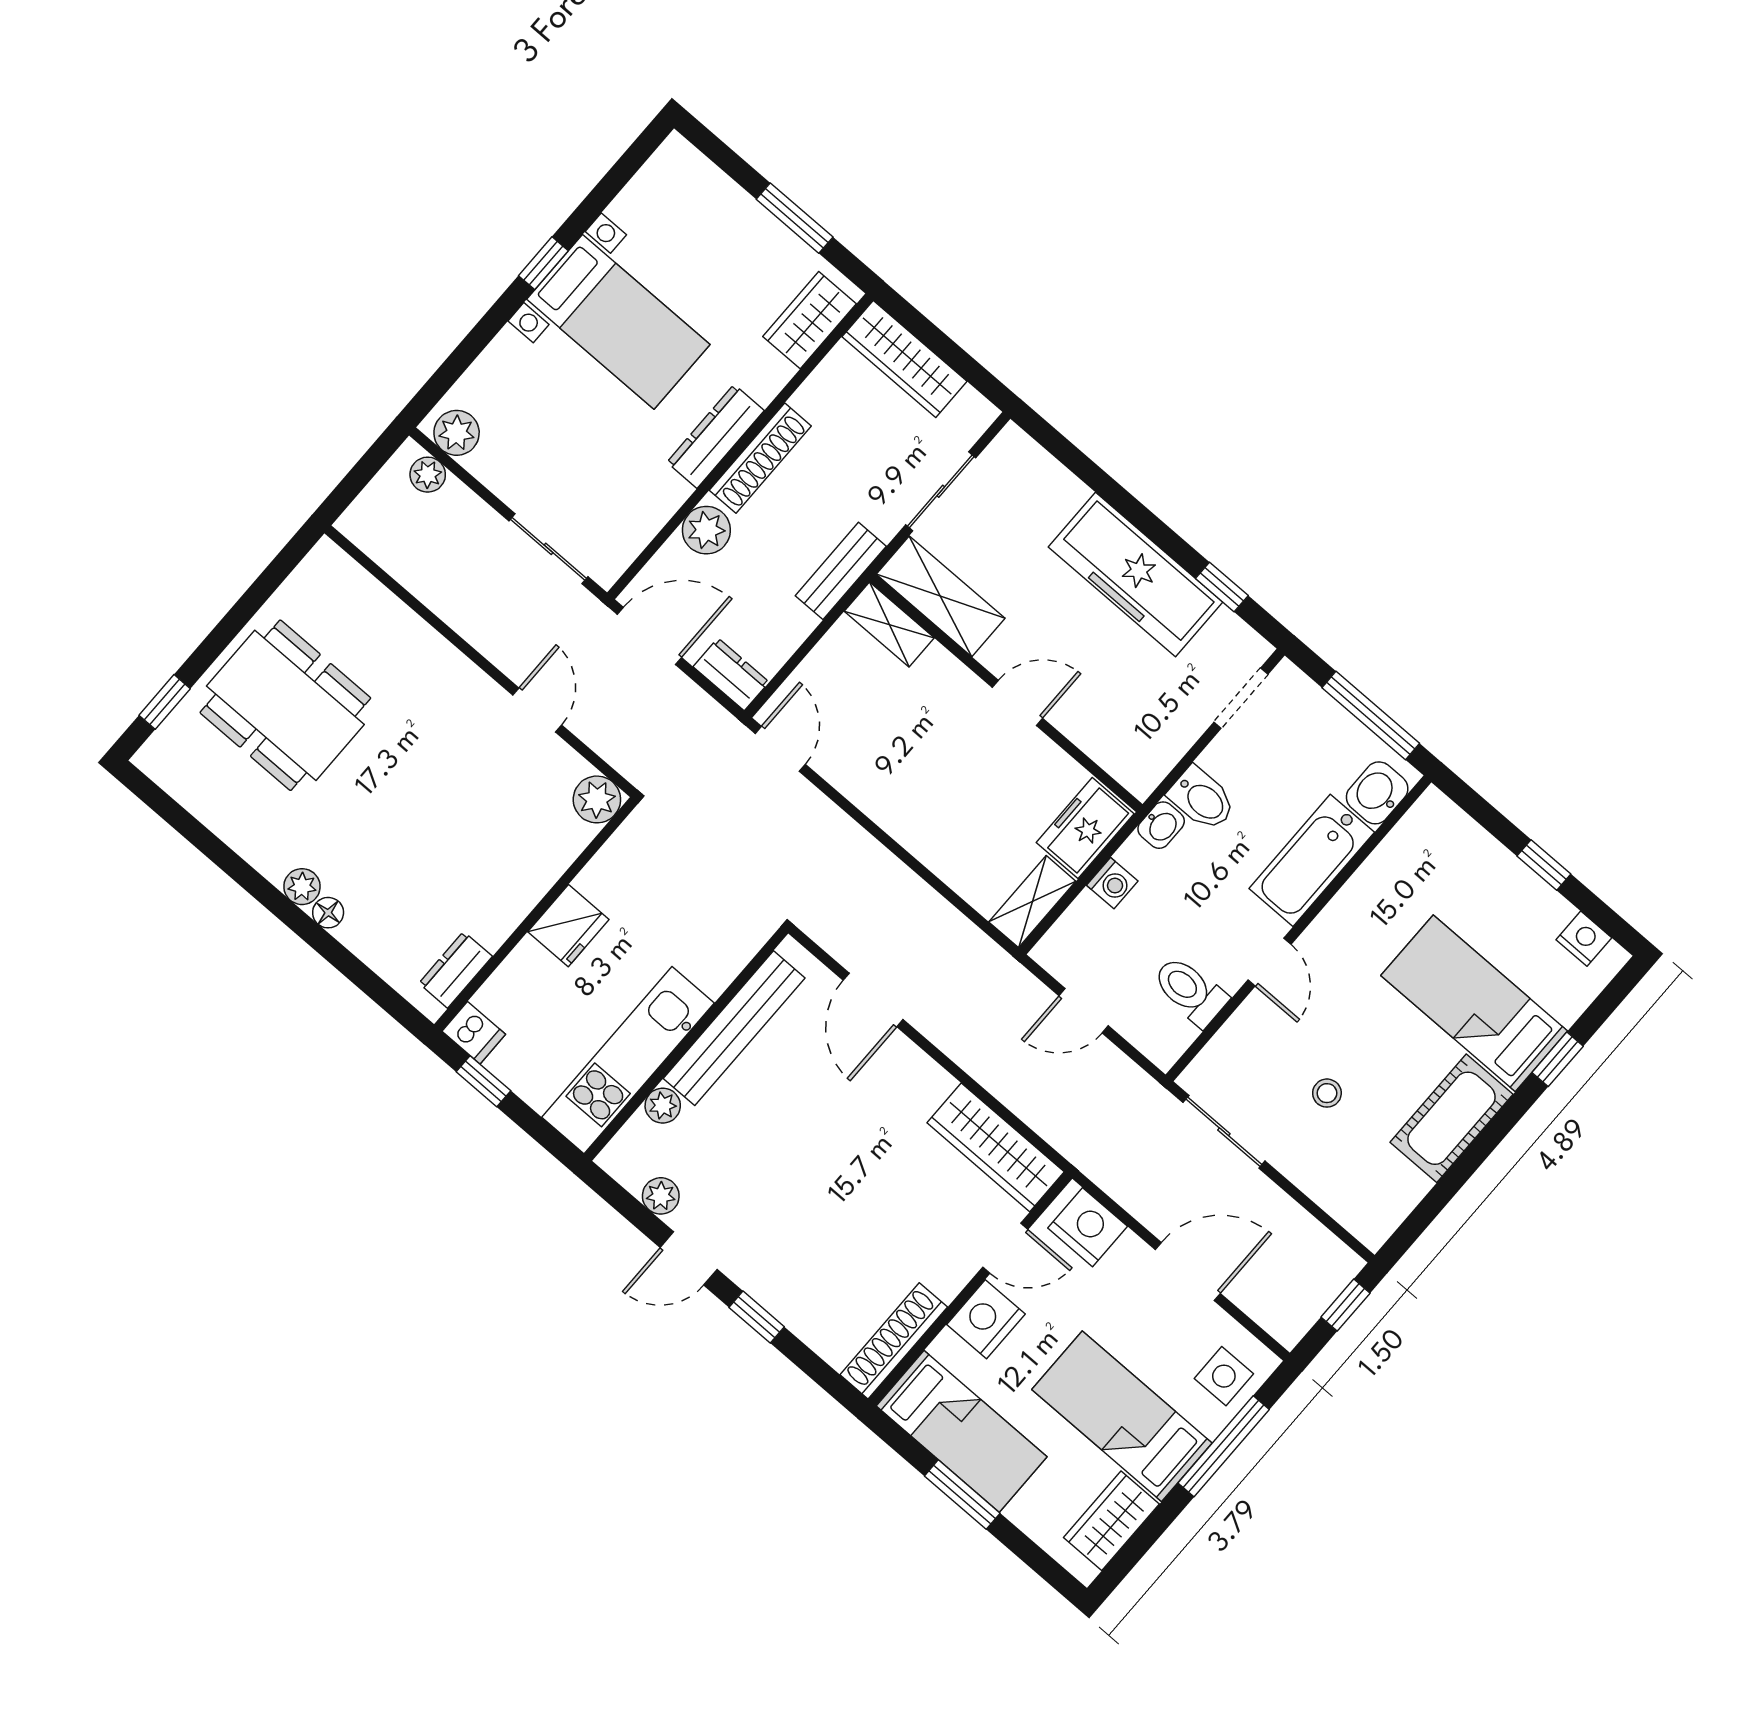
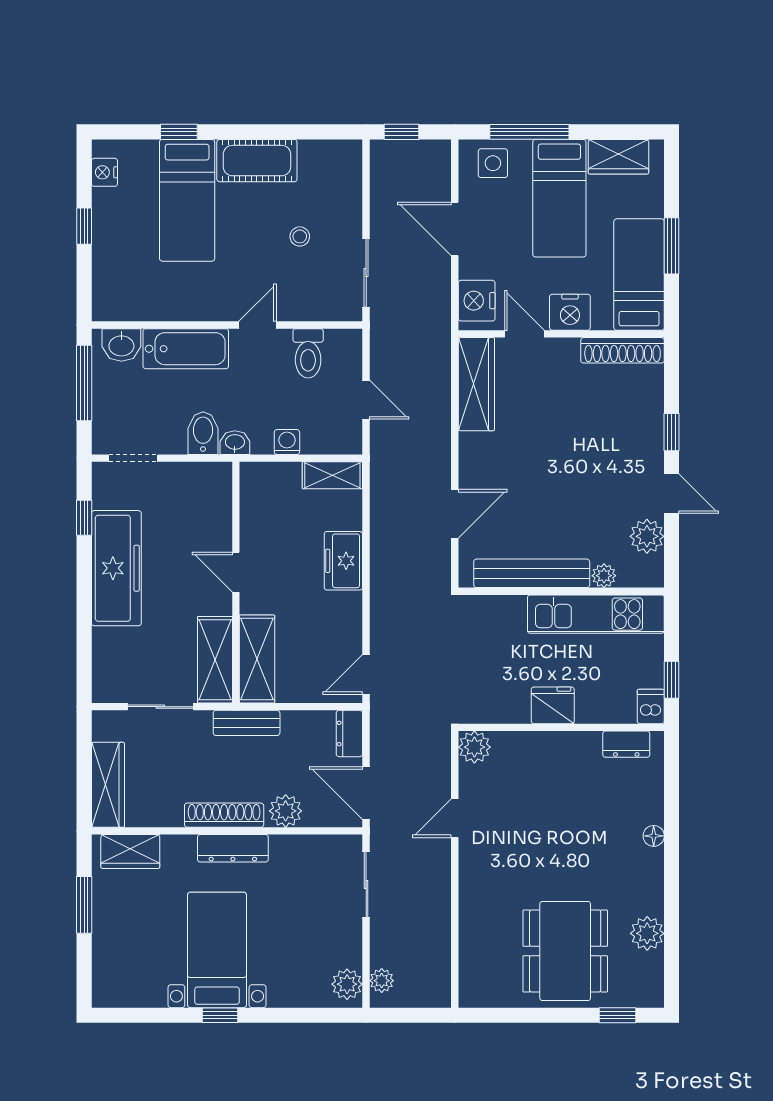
shelving: (889, 625) -> (257, 659), width x1.50, depth x1.33
freezer: (1085, 828) -> (343, 561), moved, turned 90
plant: (302, 887) -> (647, 933), moved, width x1.38, depth x1.38
plant: (661, 1196) -> (647, 536), width x1.38, depth x1.38

